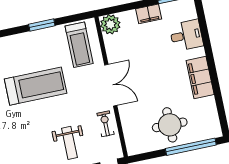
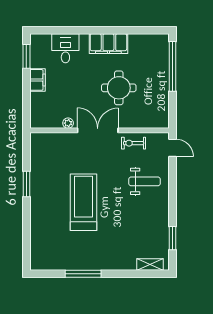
plant: (110, 24) -> (68, 123), moved, width x0.53, depth x0.53
treadmill: (79, 45) -> (53, 152), removed
round table: (170, 125) -> (119, 88), moved

